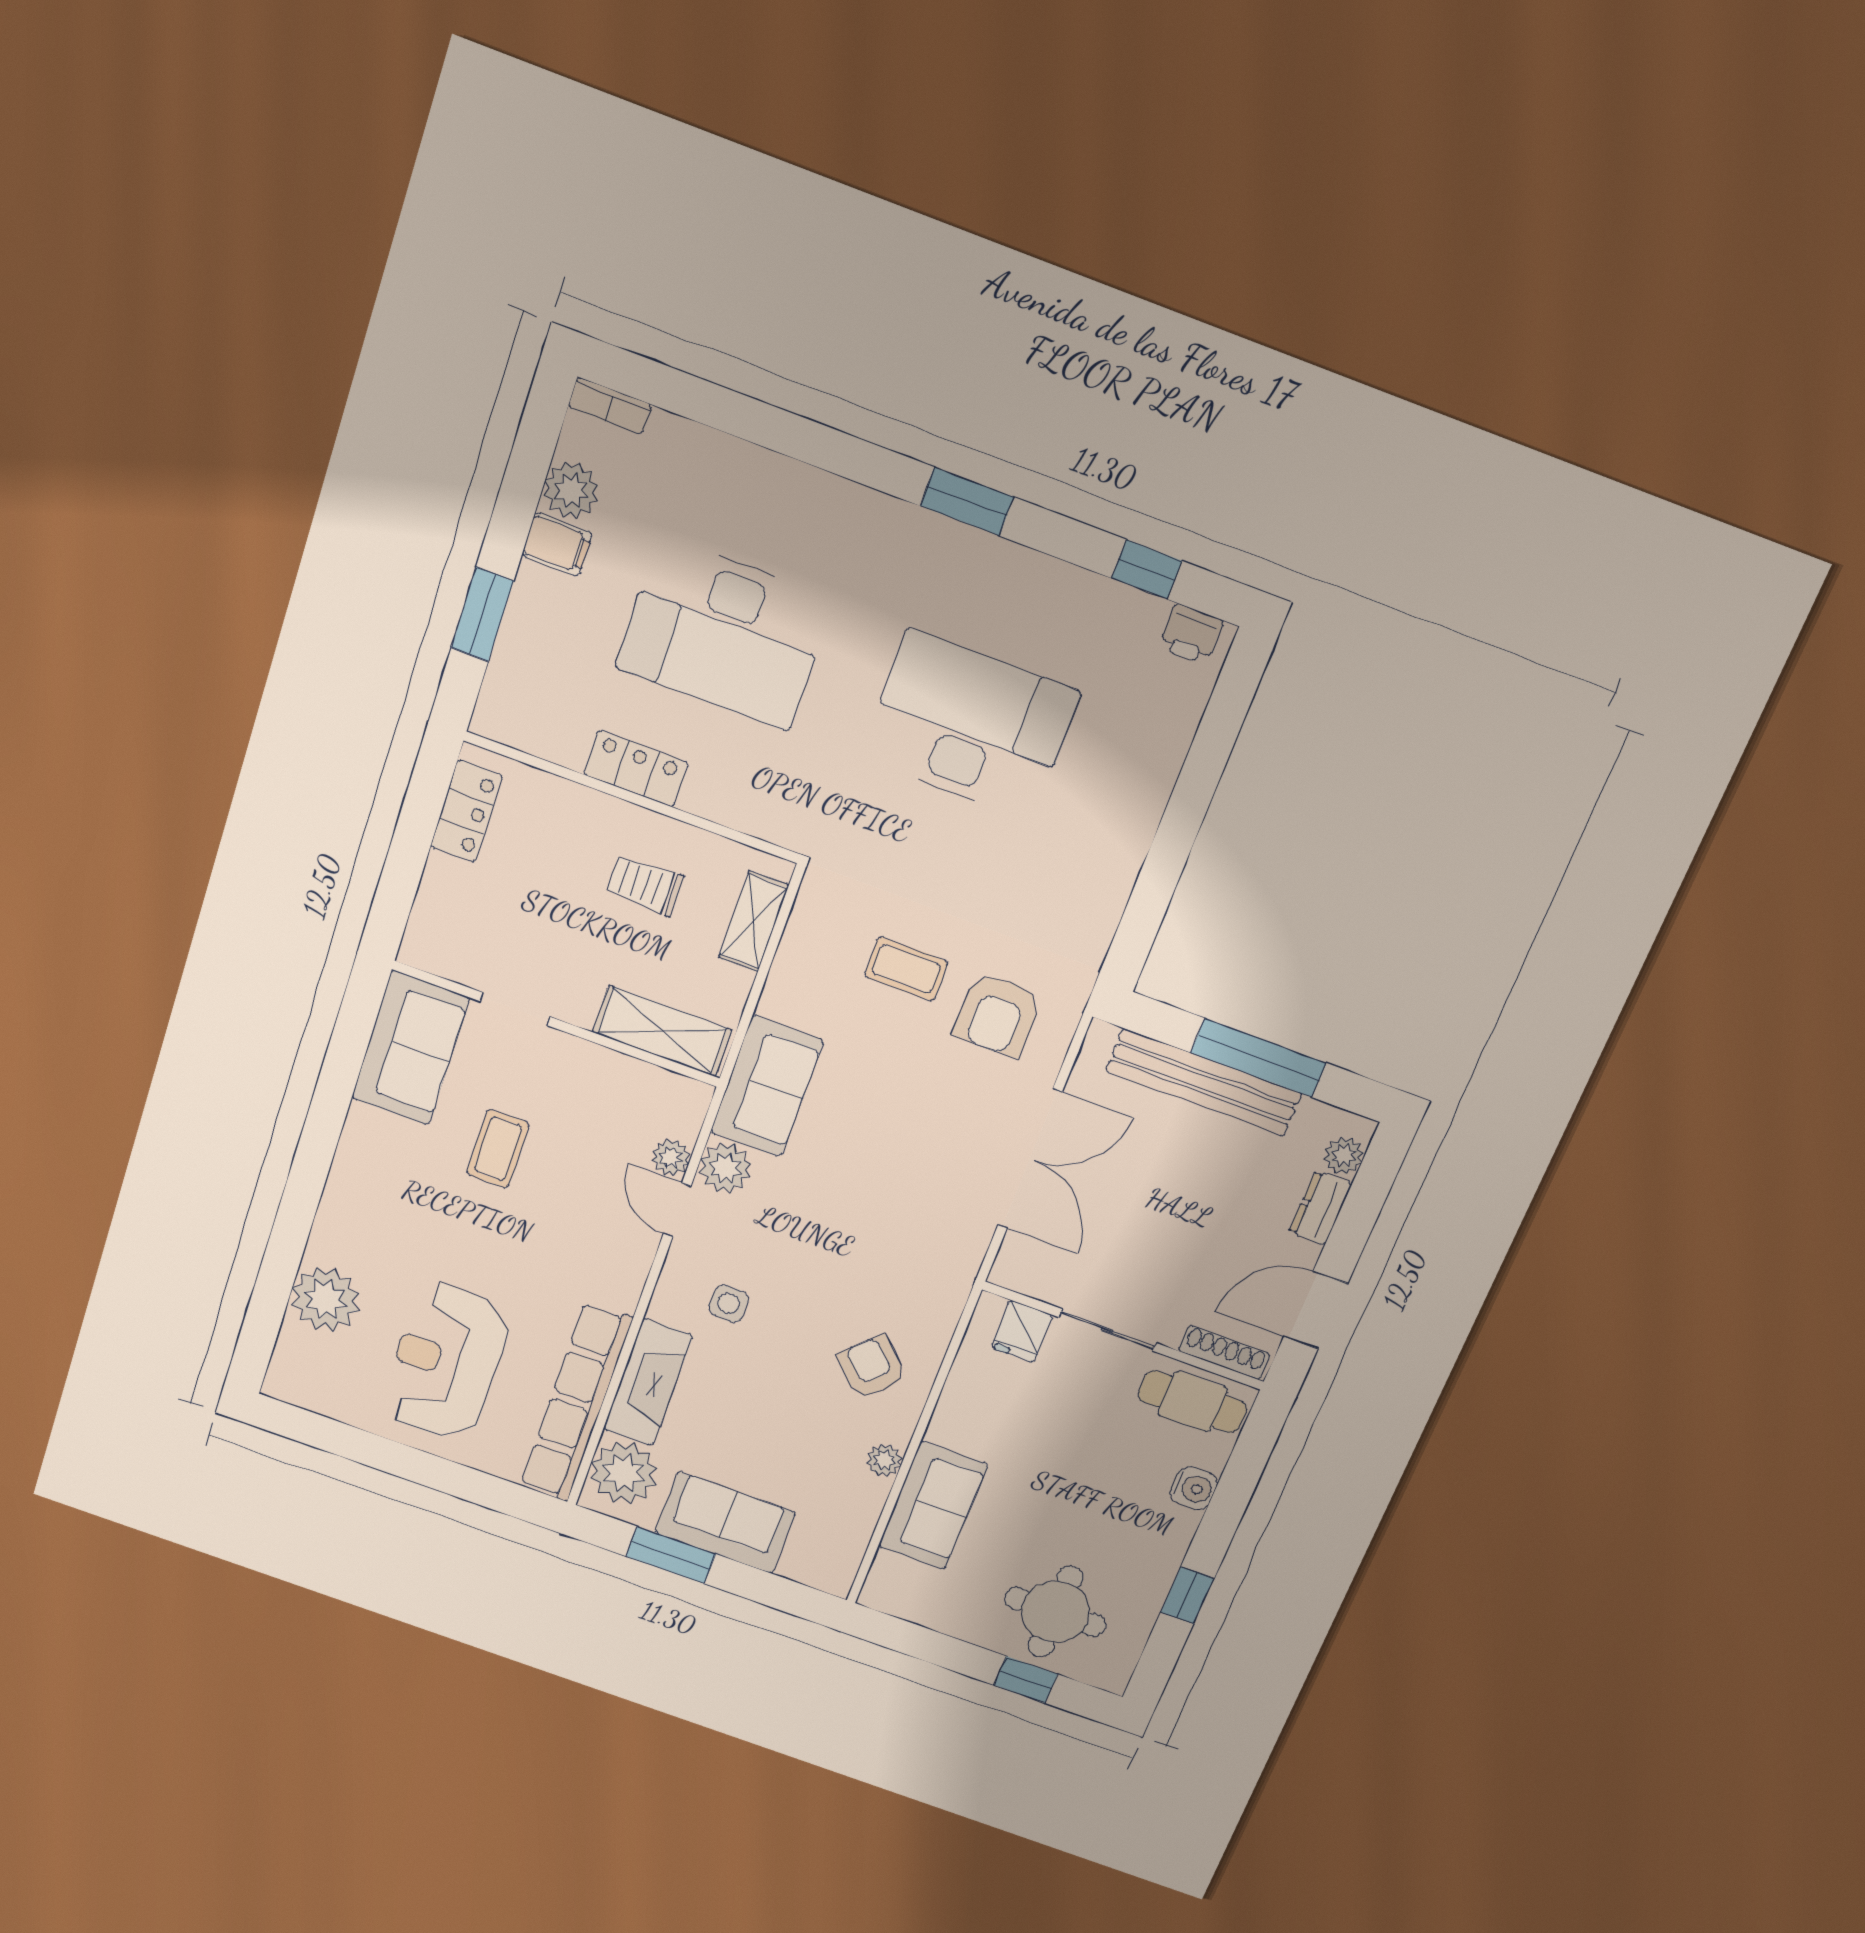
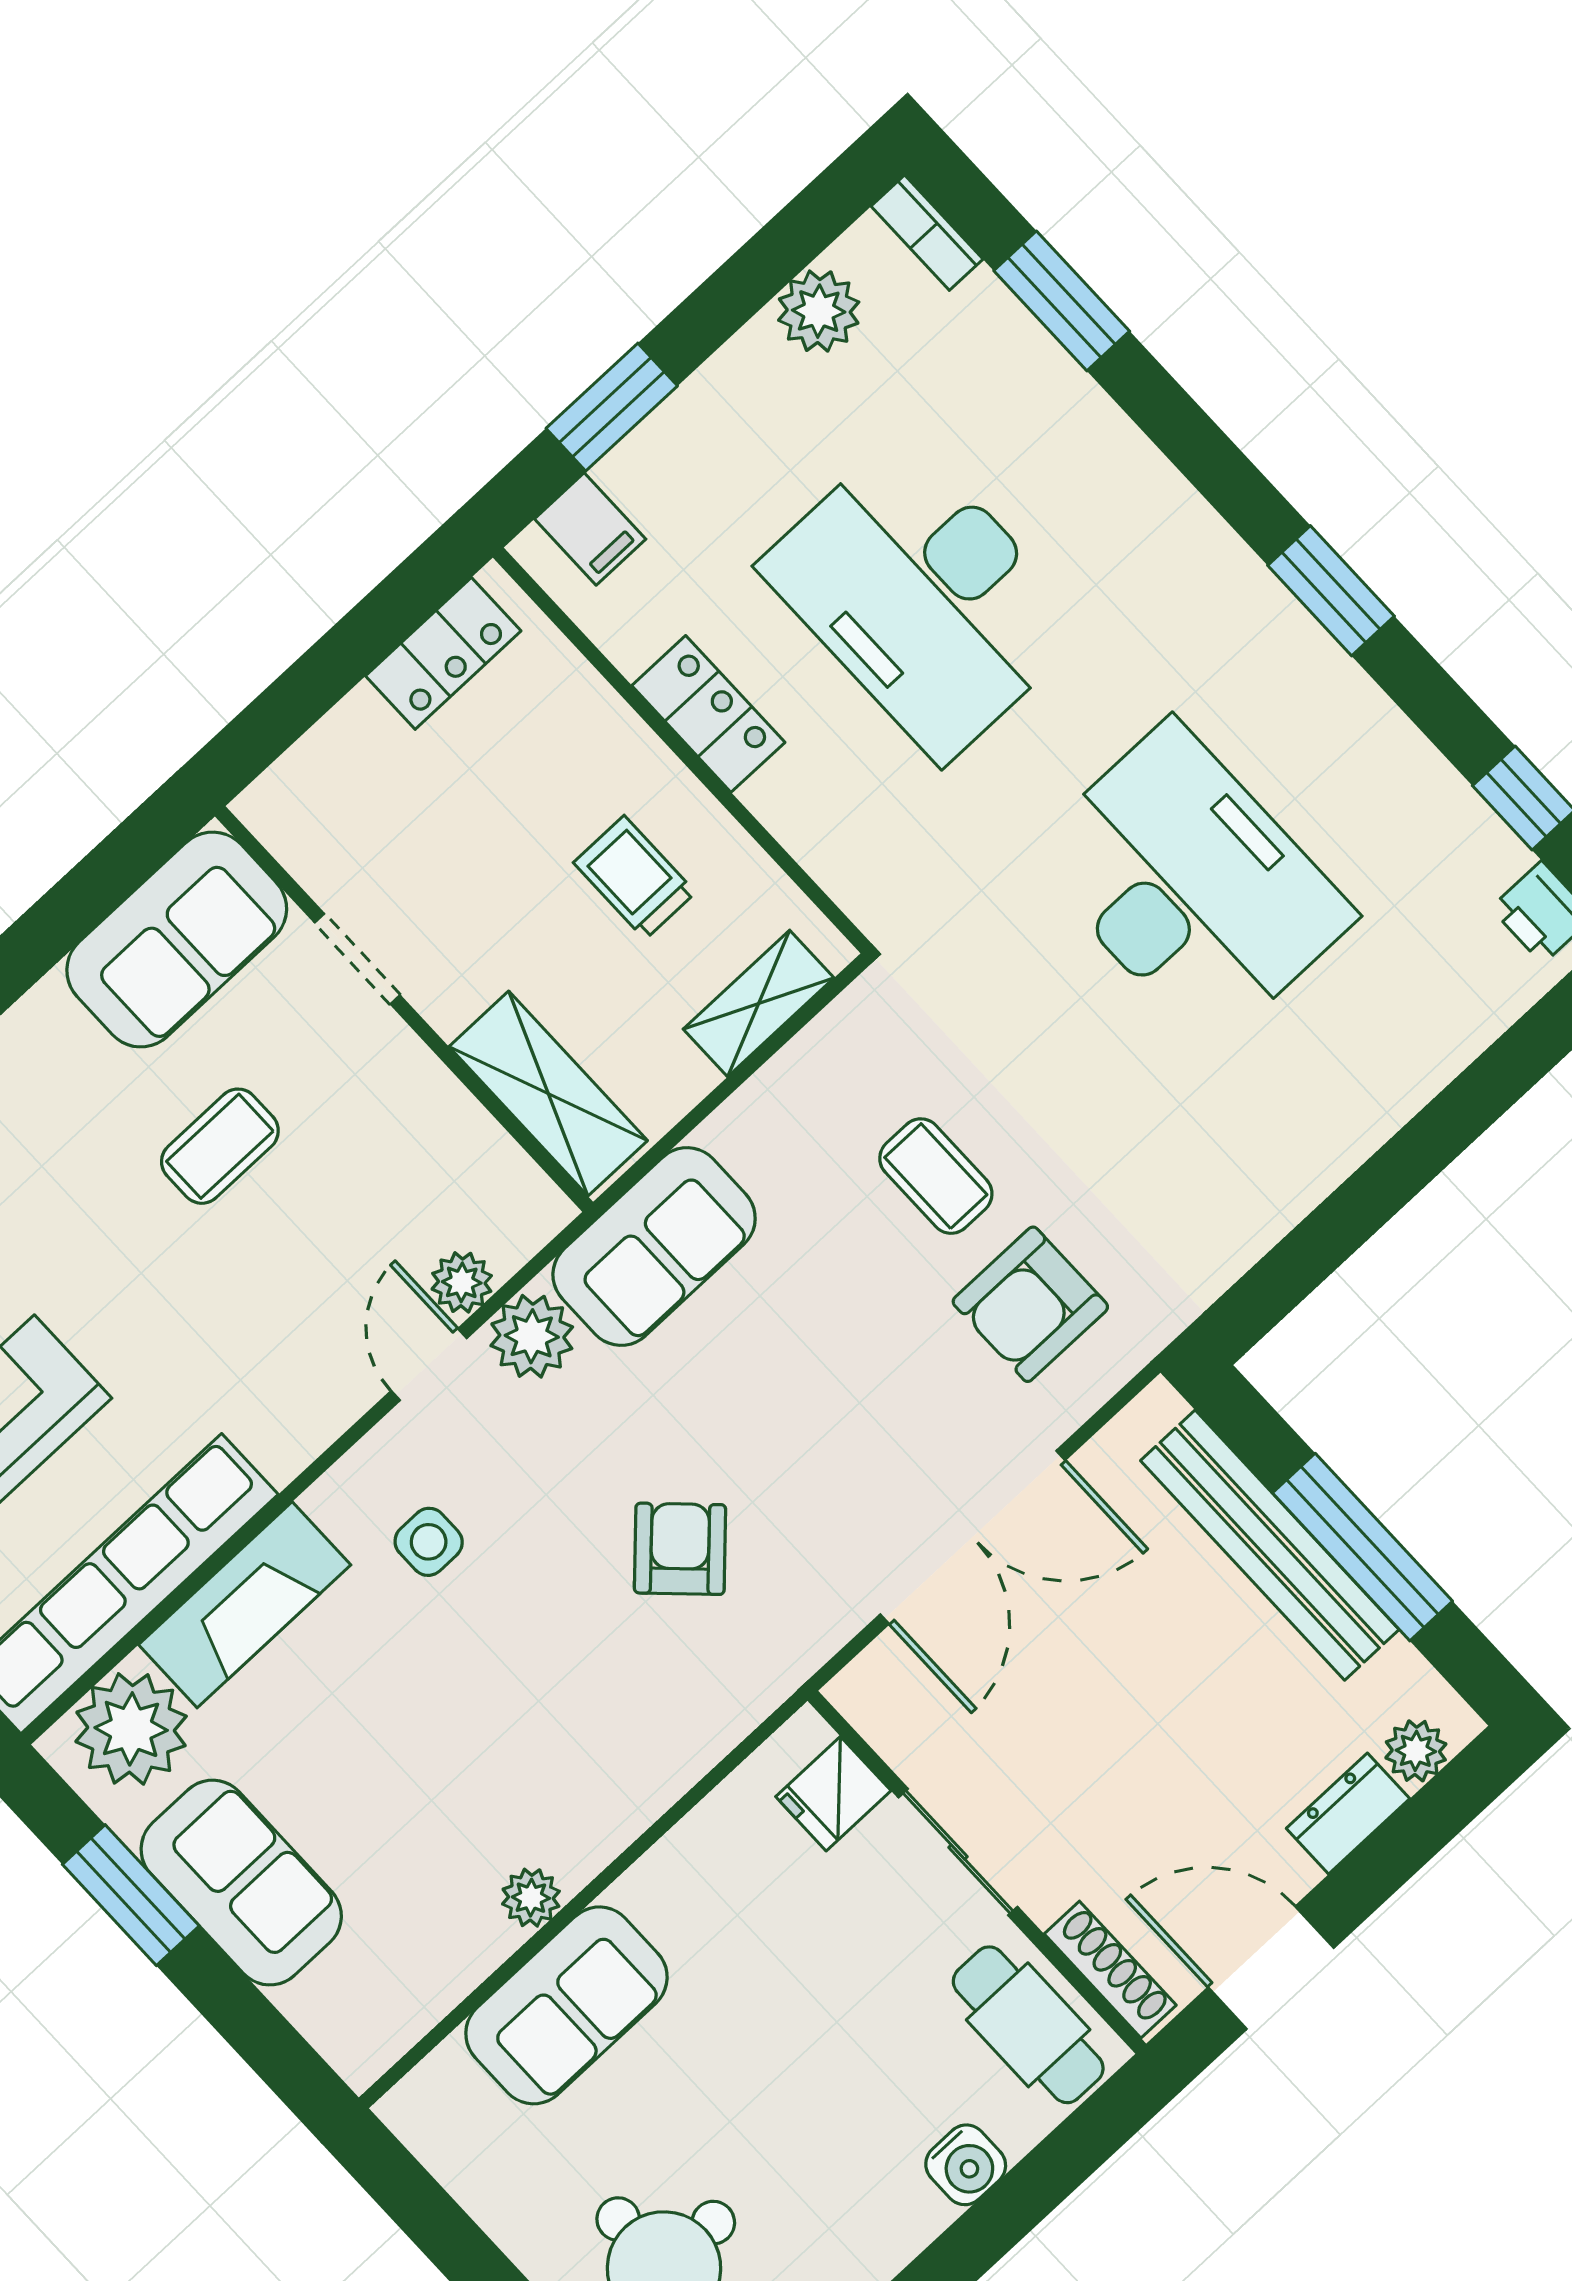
window: (713, 405) -> (1062, 301), added
filing cabinet: (557, 544) -> (590, 529), moved
armchair: (872, 1367) -> (680, 1549), moved

